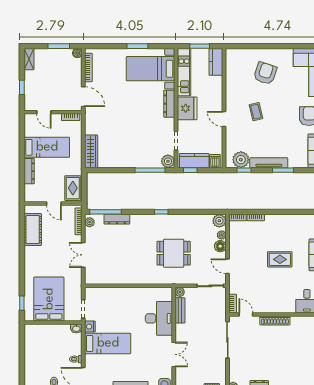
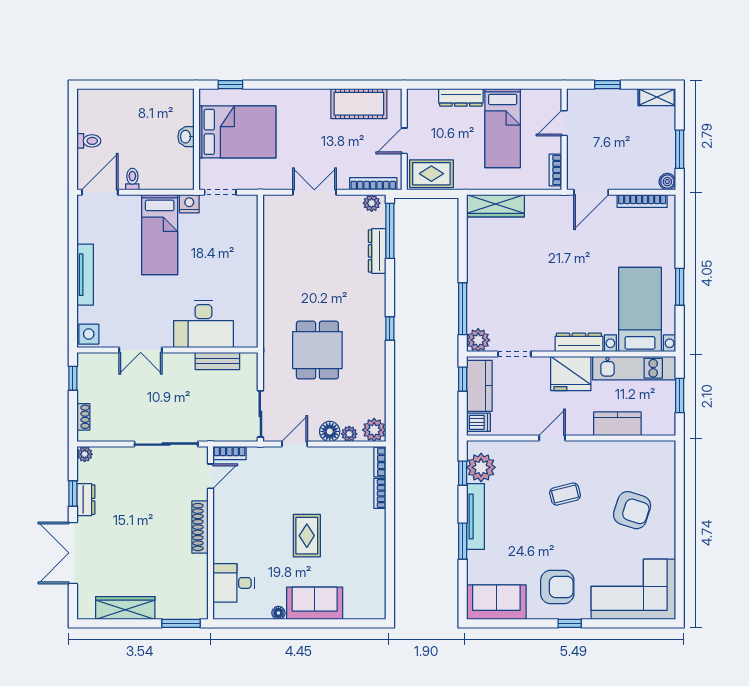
kitchen counter: (216, 62) -> (617, 424), moved
plant: (180, 292) -> (250, 361), removed
washbasin: (76, 328) -> (186, 137), moved

